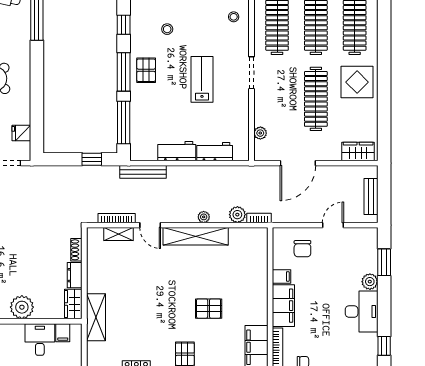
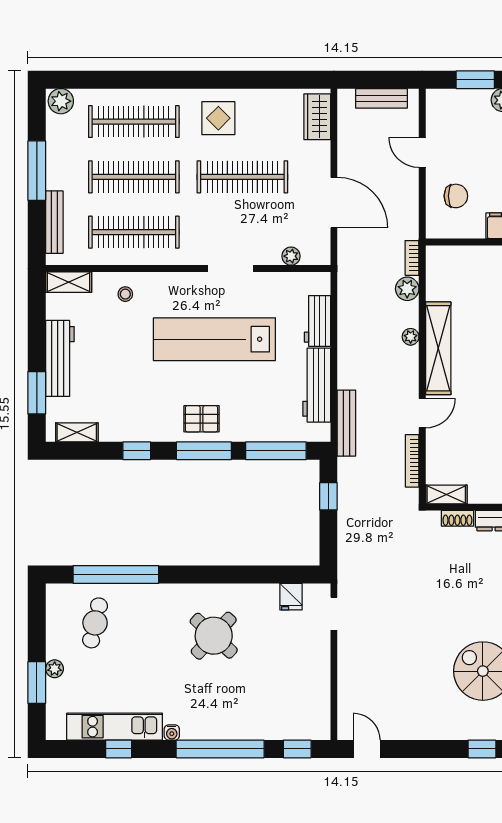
stool: (167, 29) -> (143, 389), removed
doorway: (252, 73) -> (231, 269), moved
lab bench: (202, 79) -> (214, 339), width x1.86, depth x1.39
display table: (357, 82) -> (218, 118), width x0.73, depth x0.73
workbench: (177, 151) -> (317, 385), width x1.38
shelving: (118, 234) -> (446, 494), moved, turned 90

